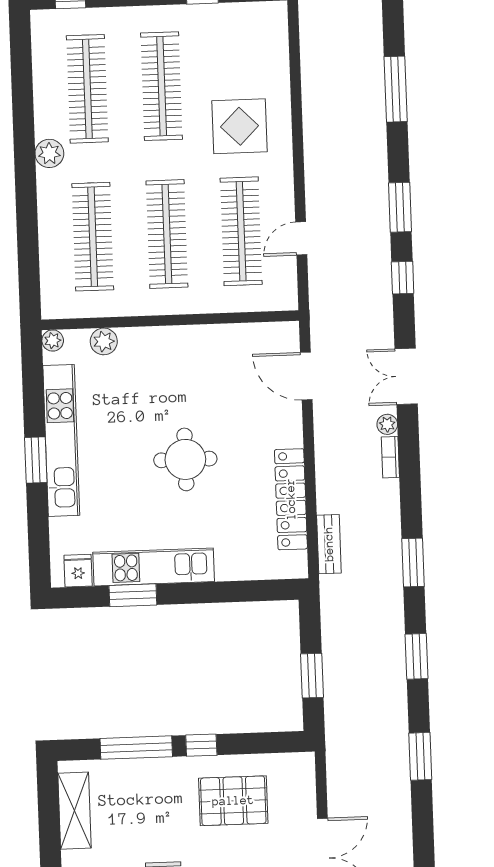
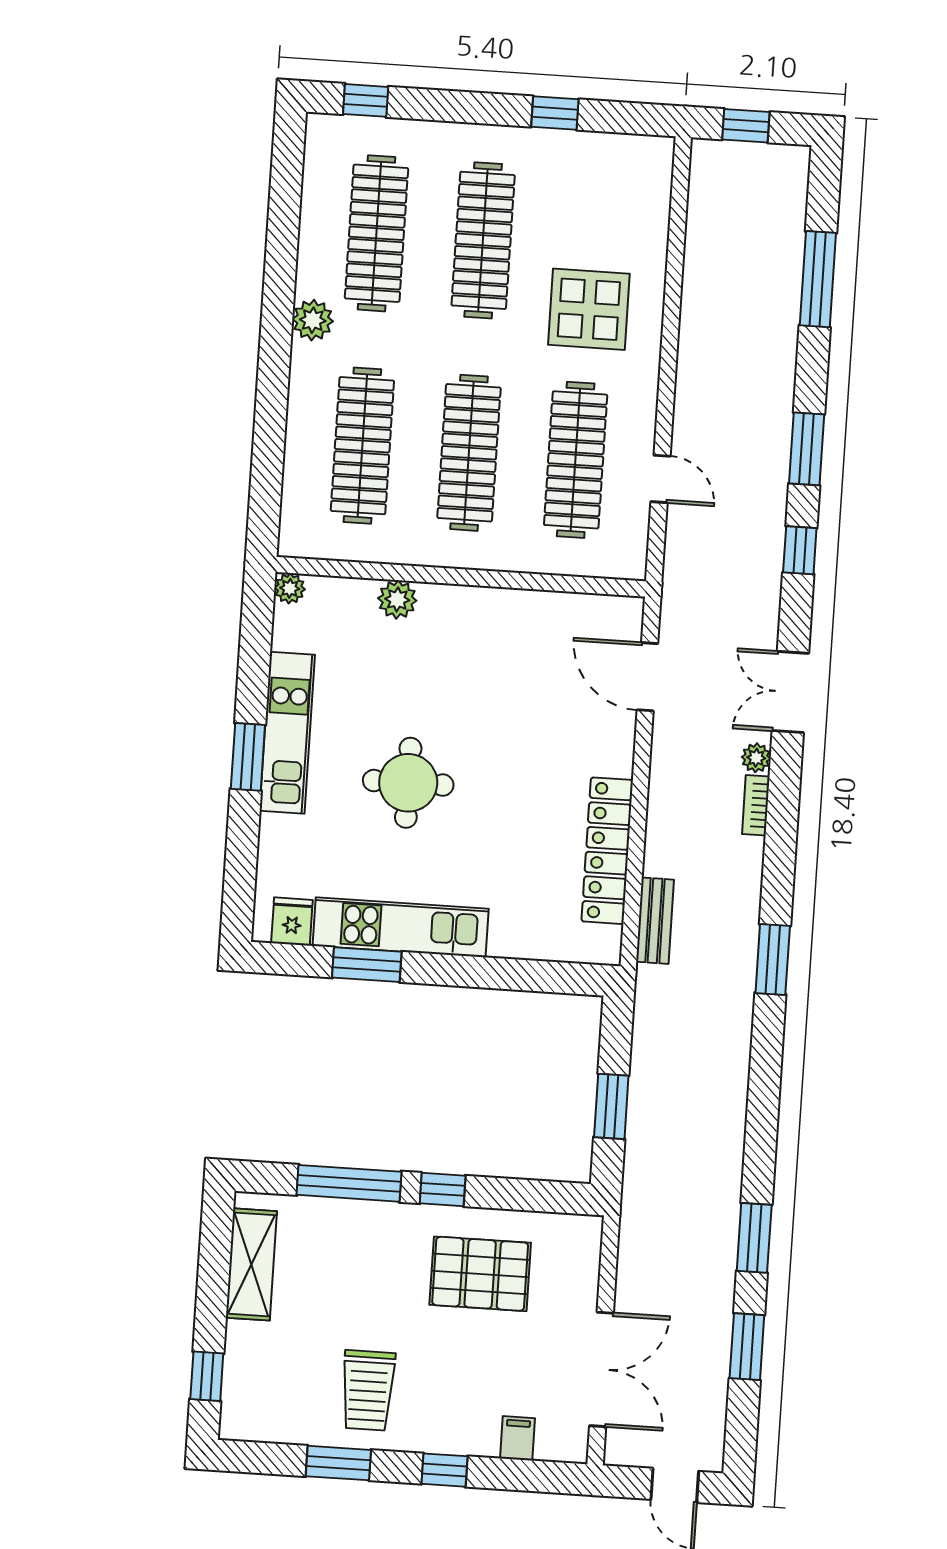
door: (301, 238) -> (661, 479), swing flipped
plant: (104, 341) -> (397, 600), moved
kitchen unit: (61, 440) -> (287, 733), width x0.73
round table: (185, 459) -> (408, 783), moved
window: (416, 656) -> (747, 1347), moved

